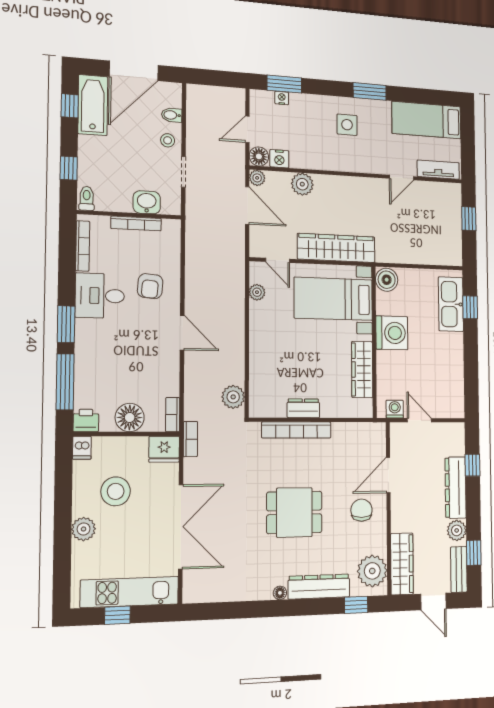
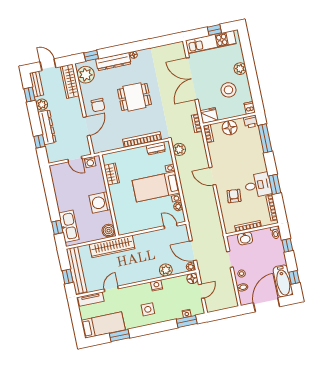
window: (370, 91) -> (120, 336), moved
nightstand: (279, 159) -> (157, 285), moved
bench: (452, 225) -> (77, 270), added
wardrobe: (336, 248) -> (112, 247), moved
bed with nightstands: (333, 299) -> (156, 187), moved, turned 180
window: (66, 324) -> (275, 184), moved
wardrobe: (362, 370) -> (112, 174), width x0.67
dresser: (303, 408) -> (156, 148), moved

